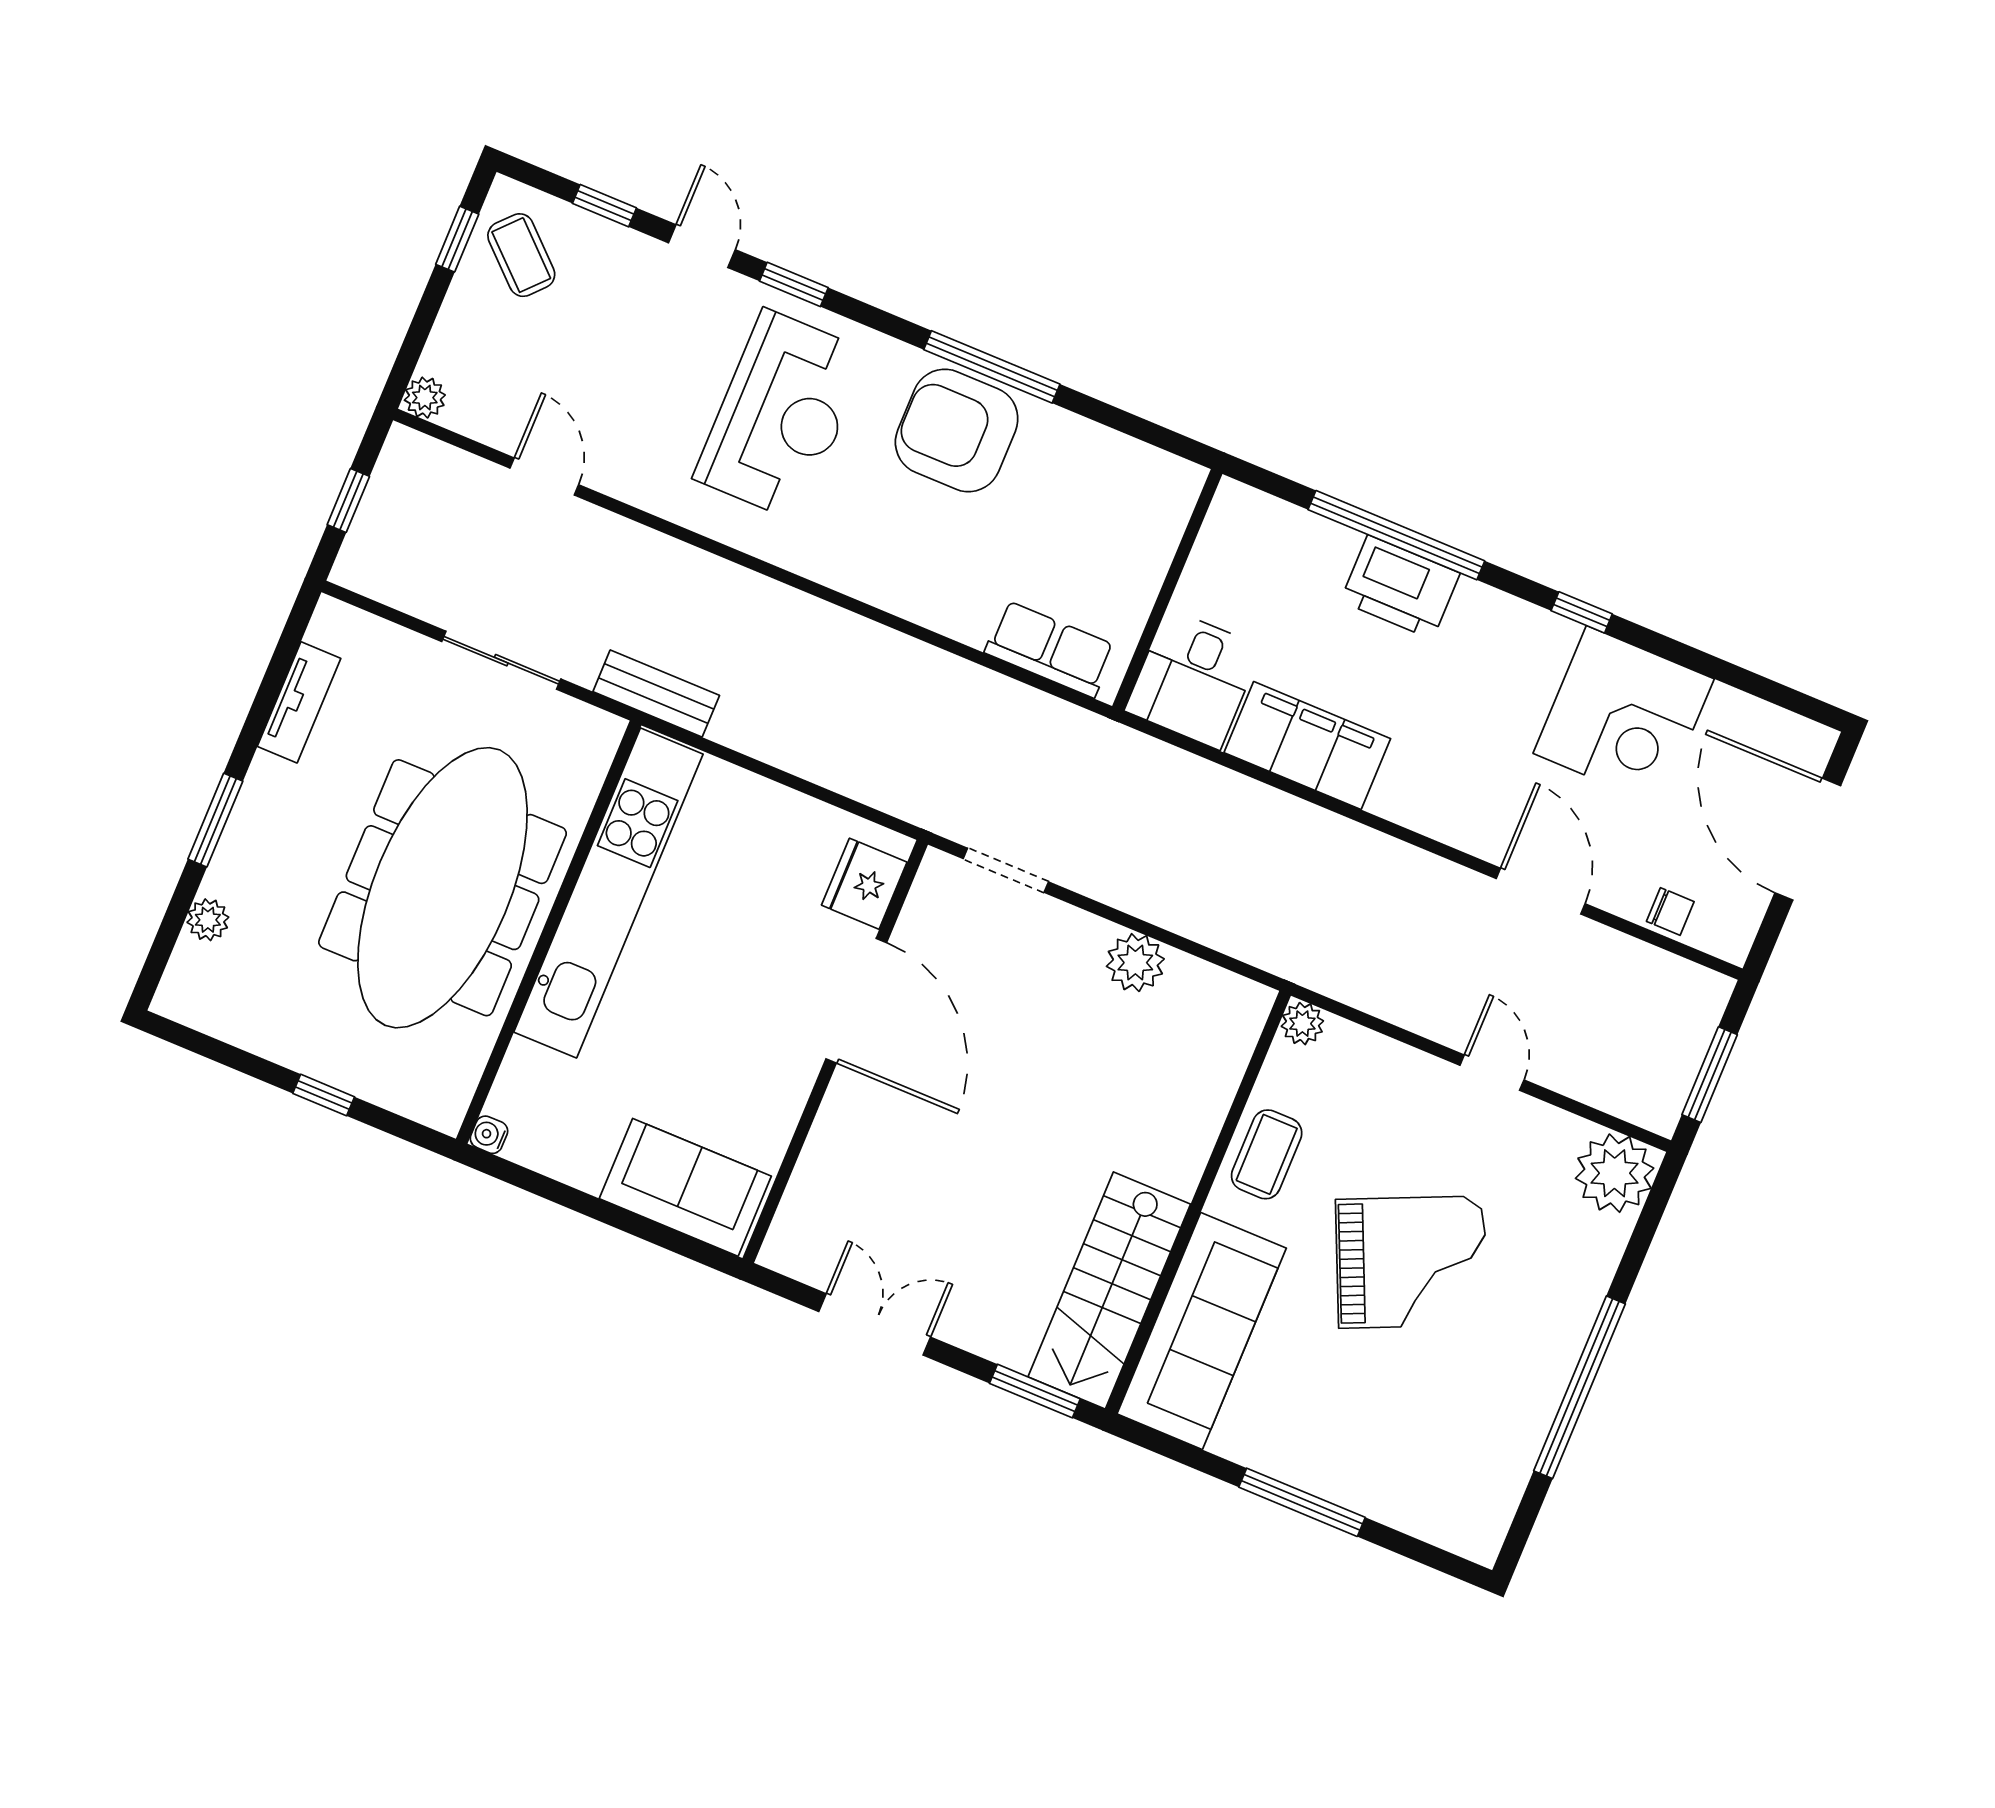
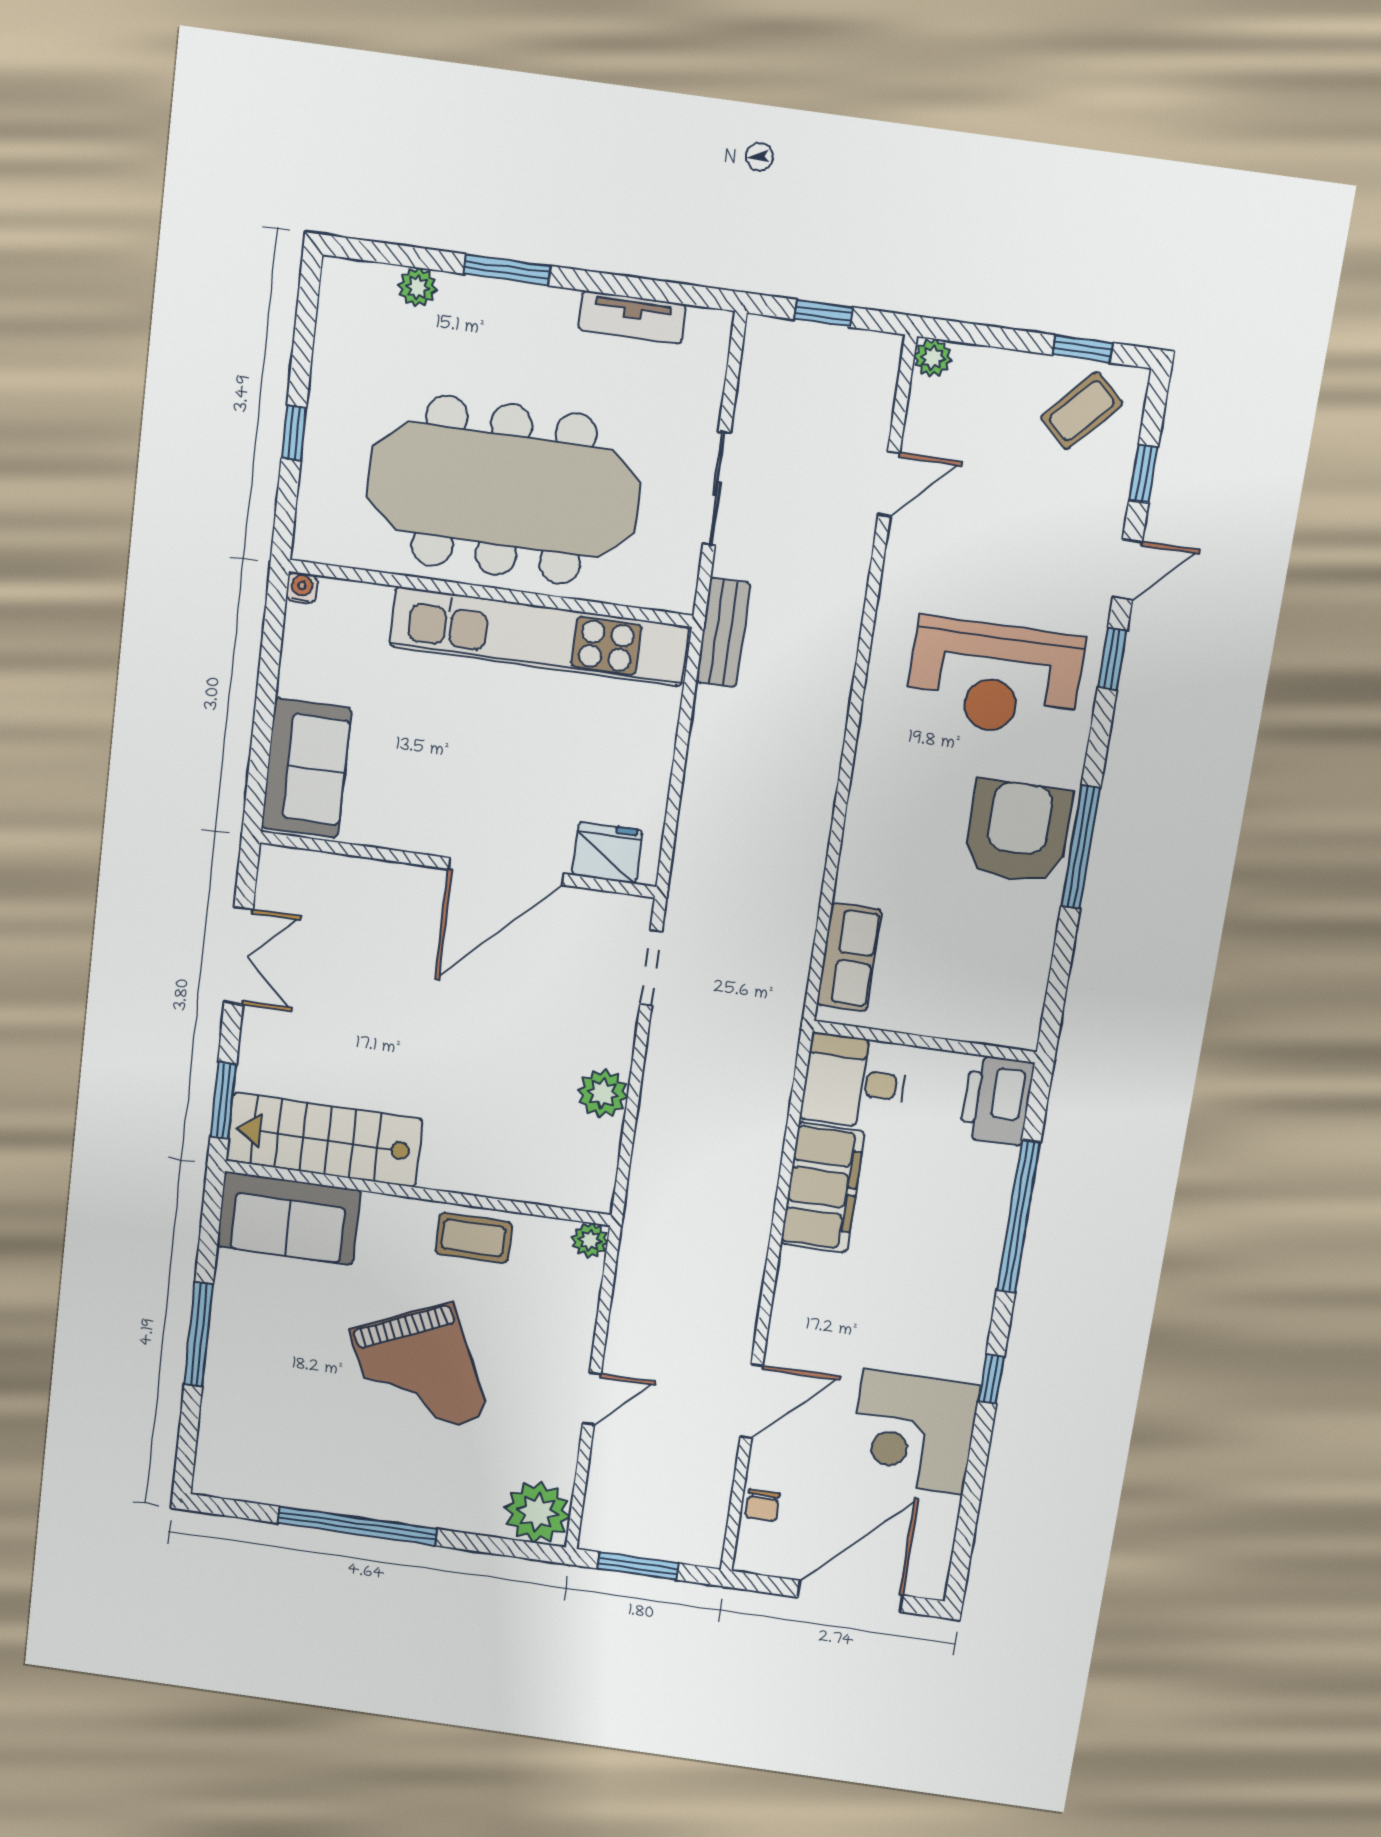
printer: (1400, 587) -> (997, 1100), moved
sofa: (1202, 1331) -> (289, 1218), width x0.73

